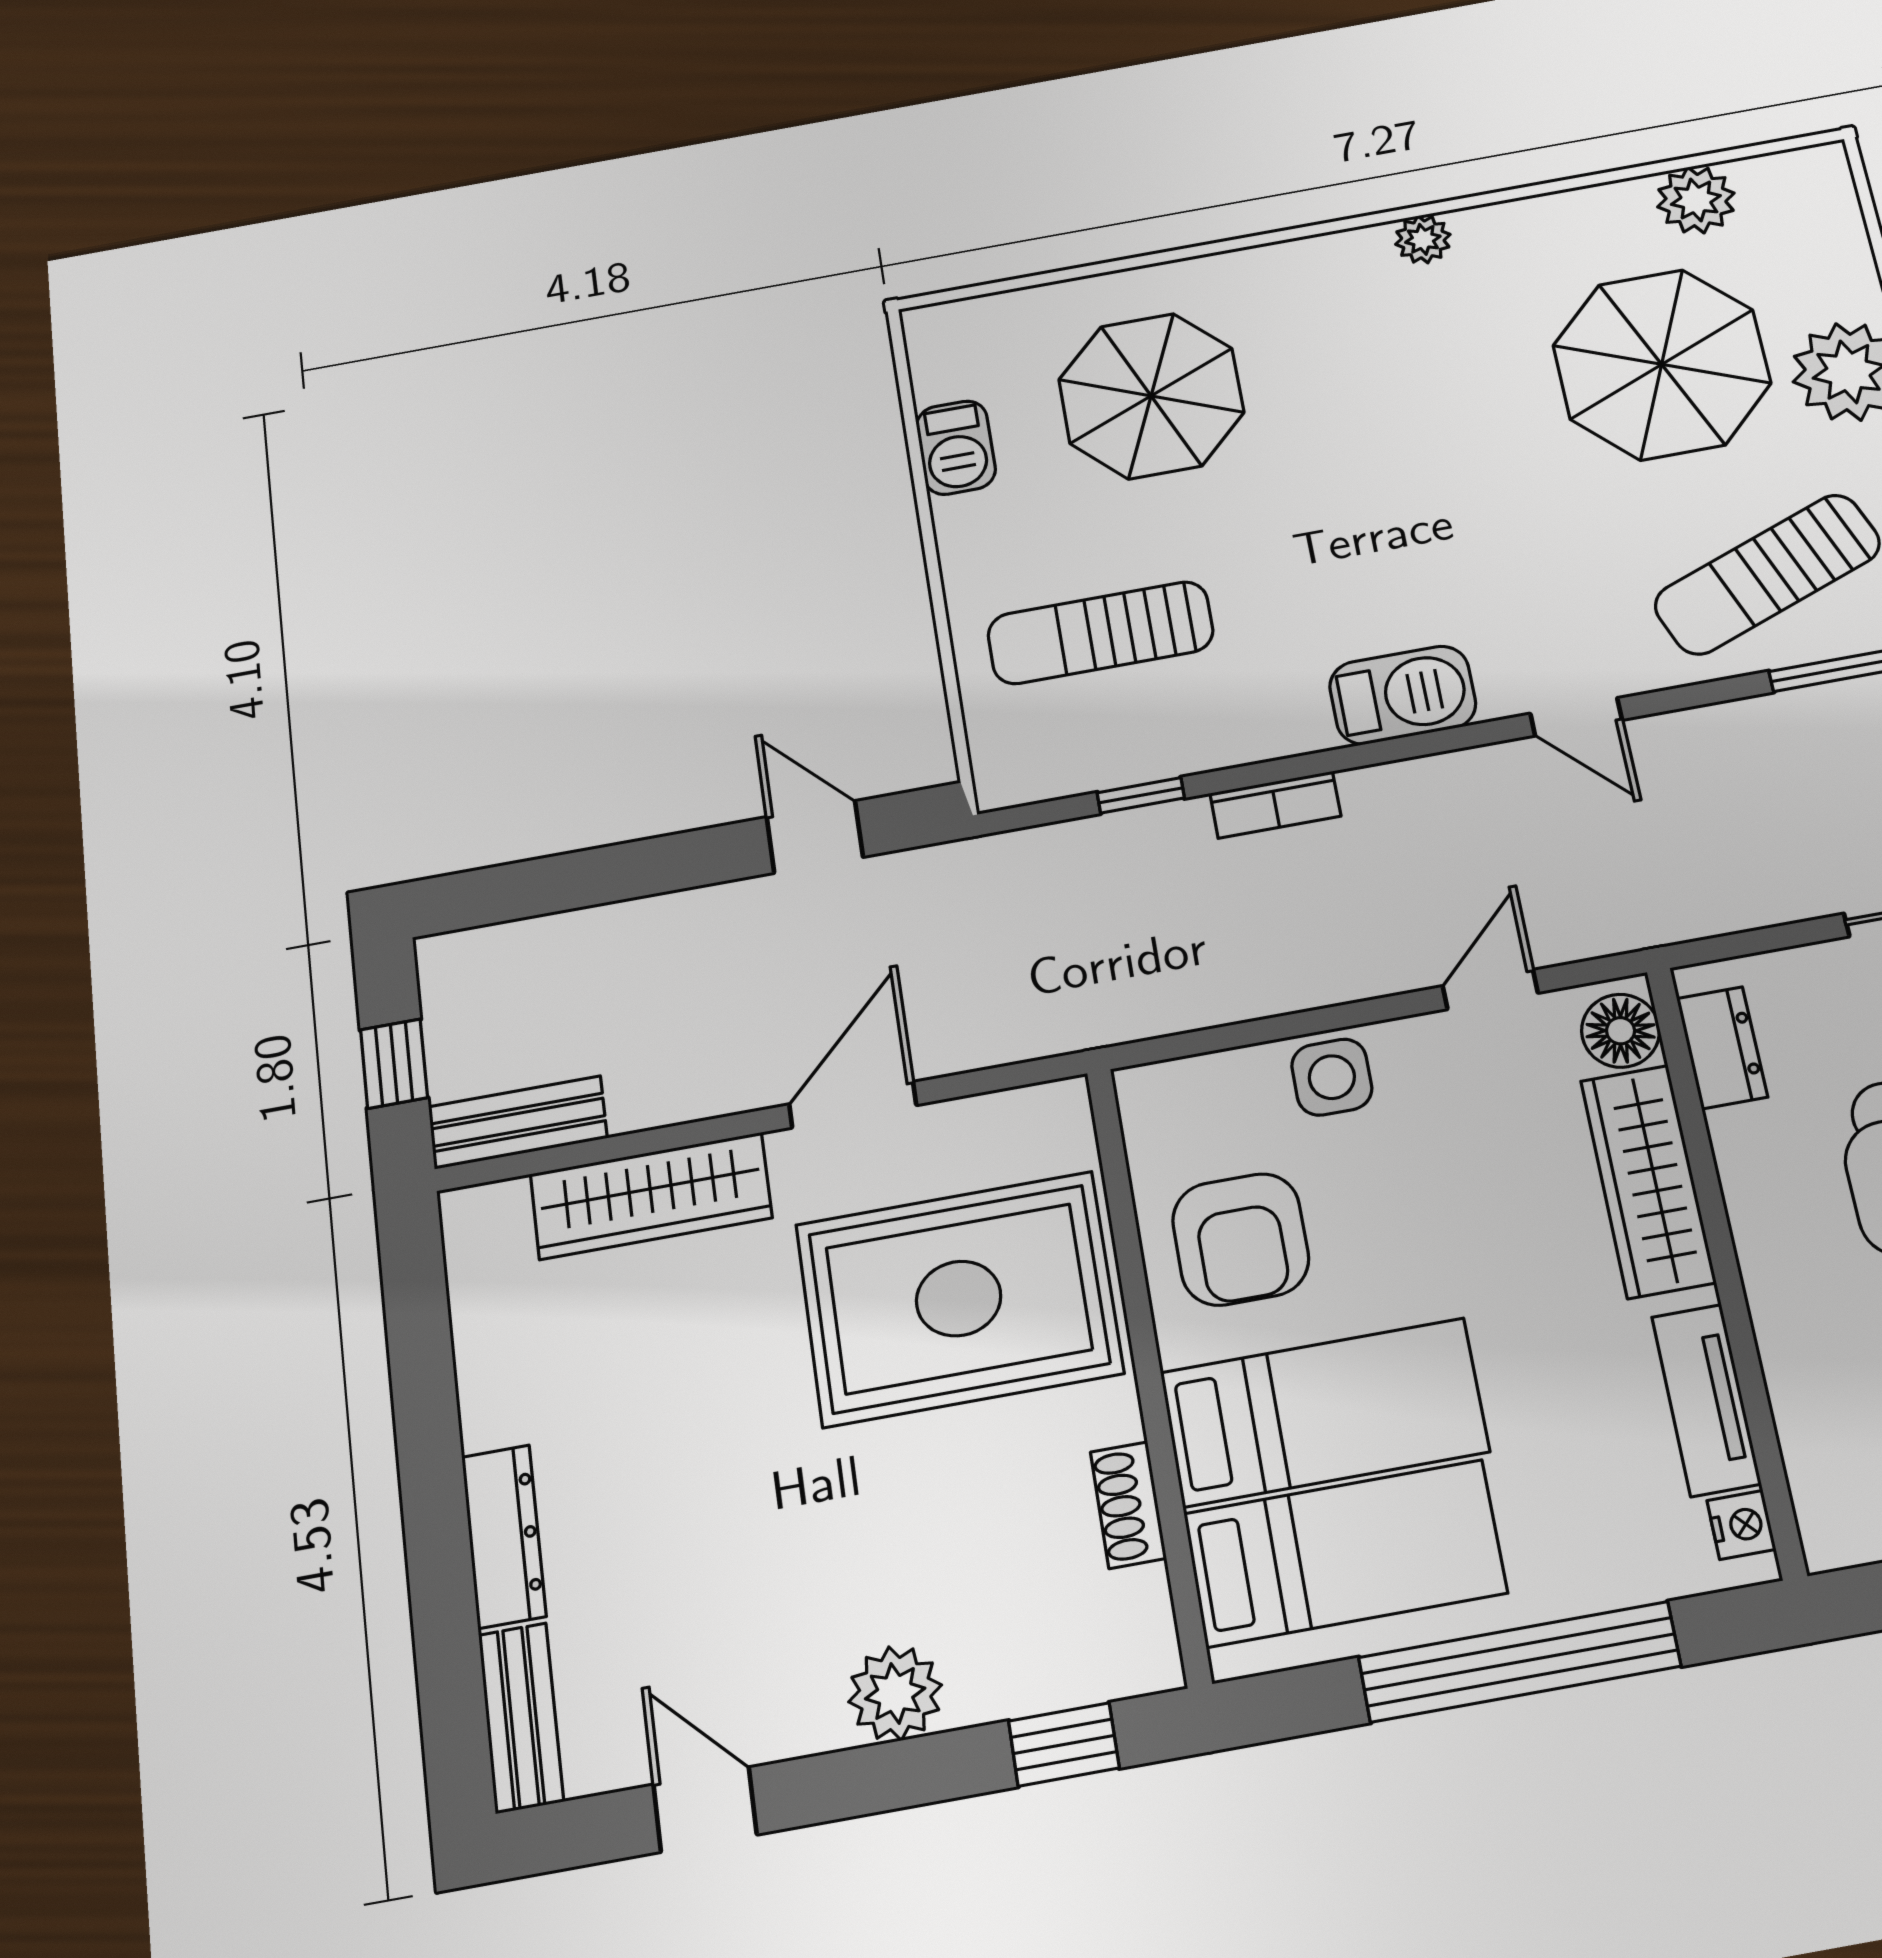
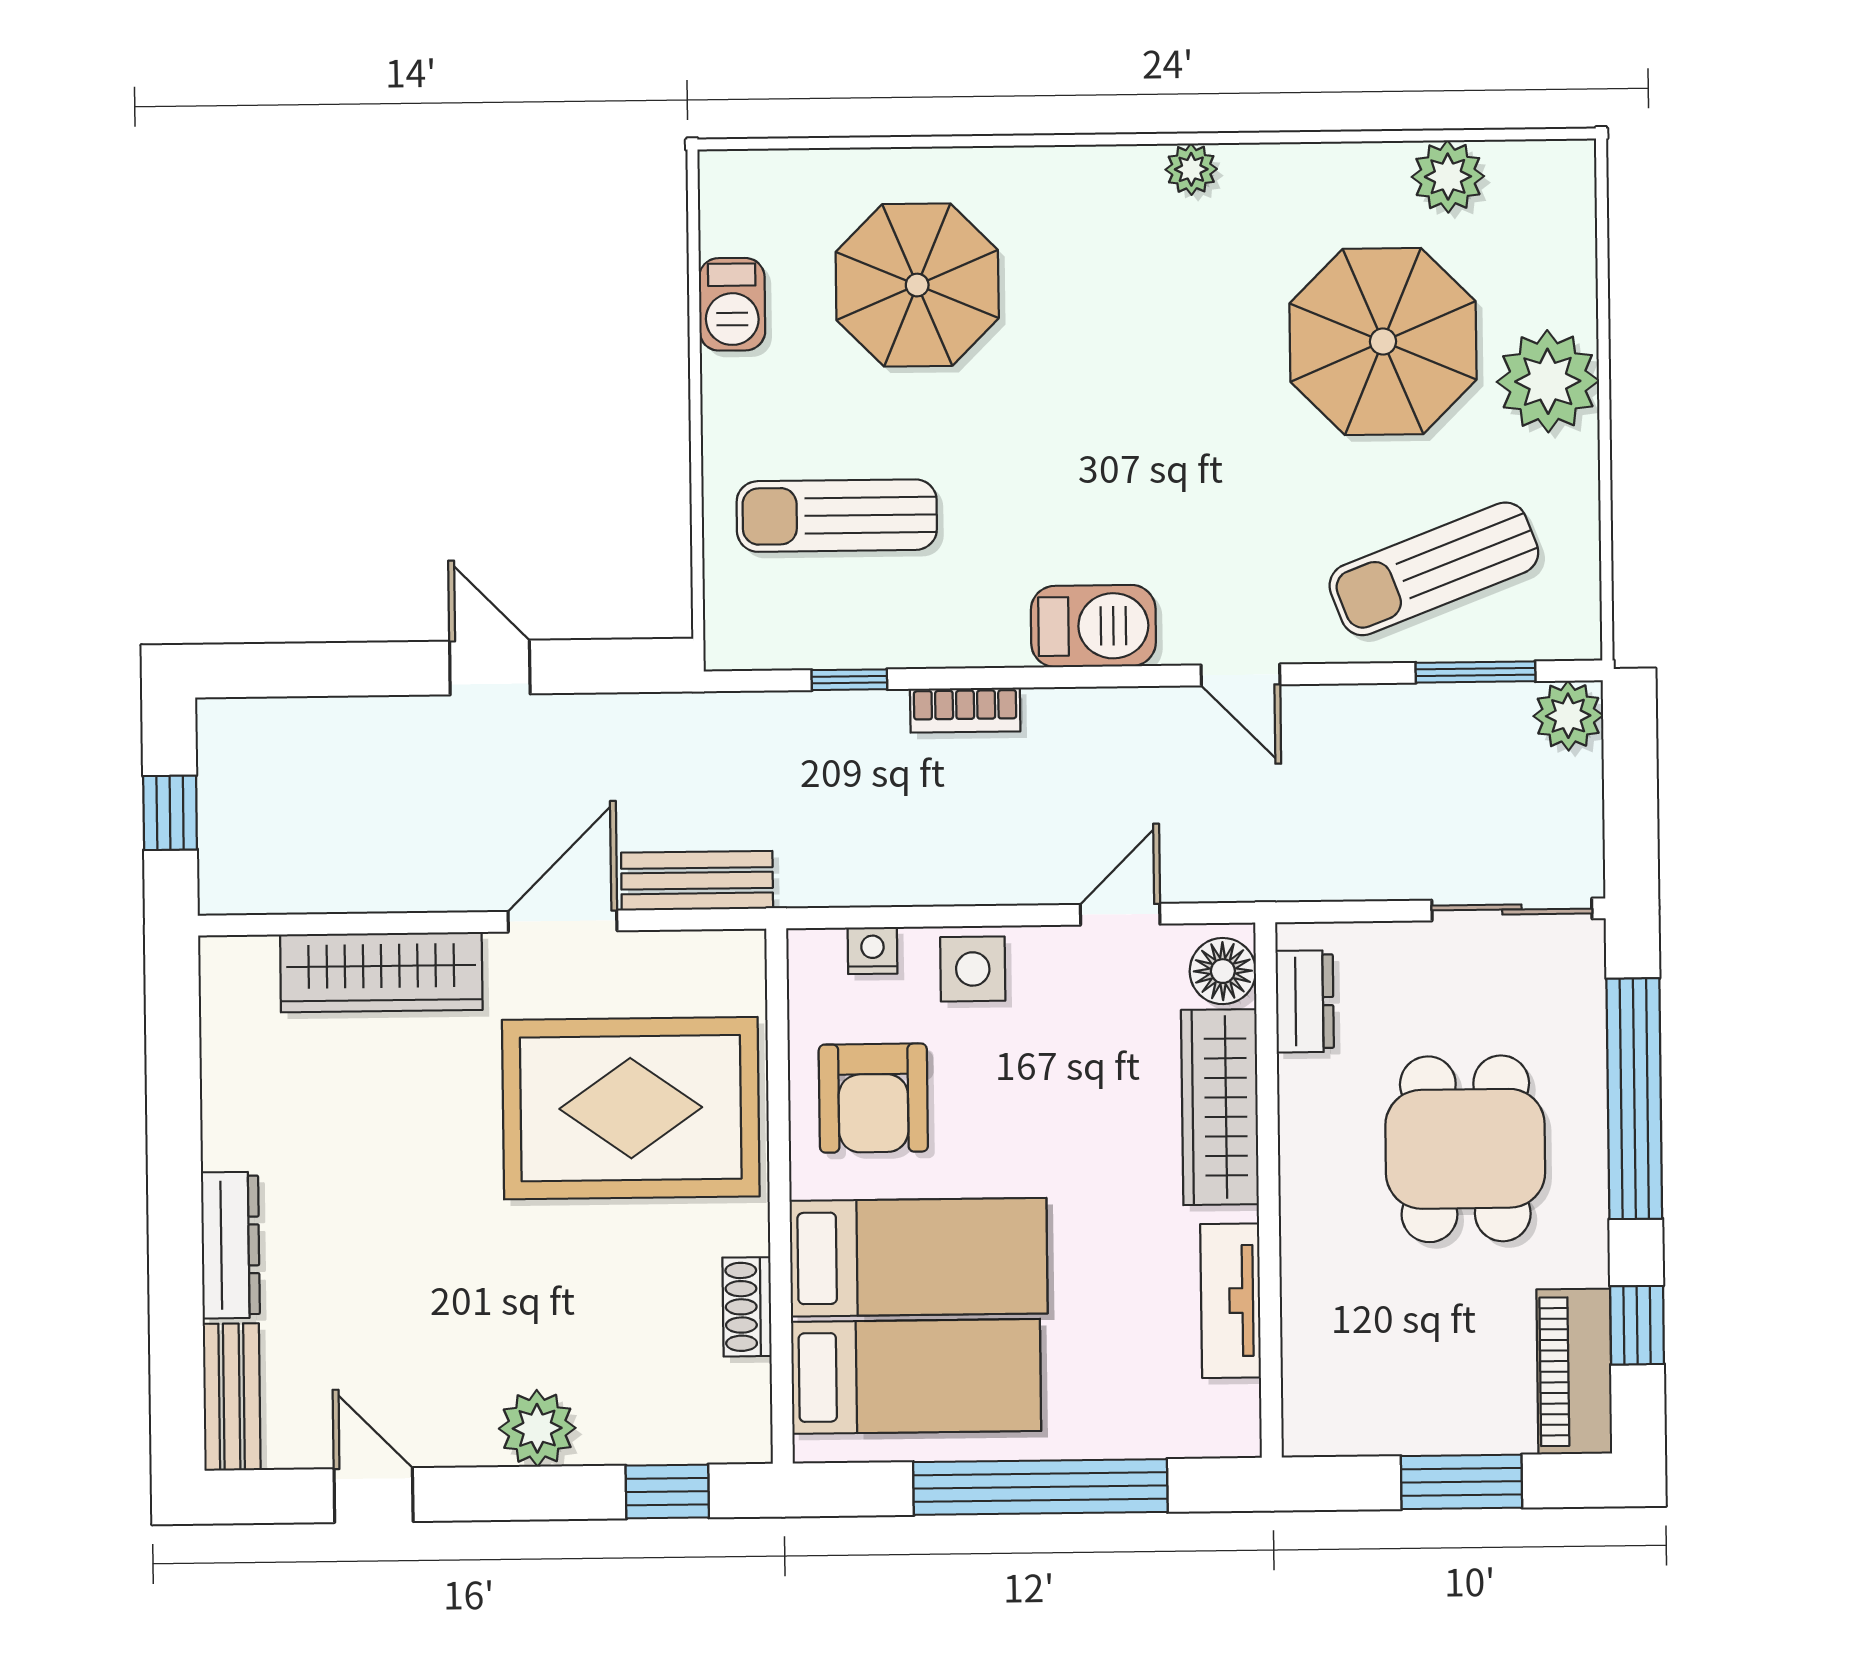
door: (815, 837) -> (490, 668), moved
bench: (518, 1122) -> (697, 881), moved
nightstand: (1741, 1525) -> (872, 951), moved, turned -90

